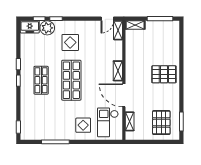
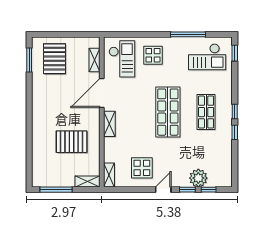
door: (107, 19) -> (163, 190), moved
freezer: (30, 27) -> (220, 179), removed
display table: (70, 42) -> (142, 168), moved
pallet: (164, 74) -> (72, 142), moved
door: (124, 95) -> (102, 93), swing flipped
checkout: (40, 124) -> (207, 57), added

